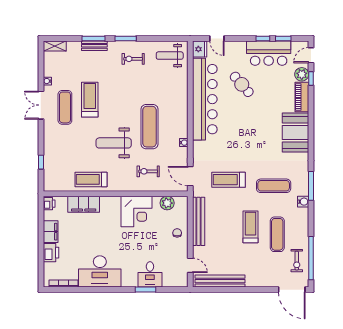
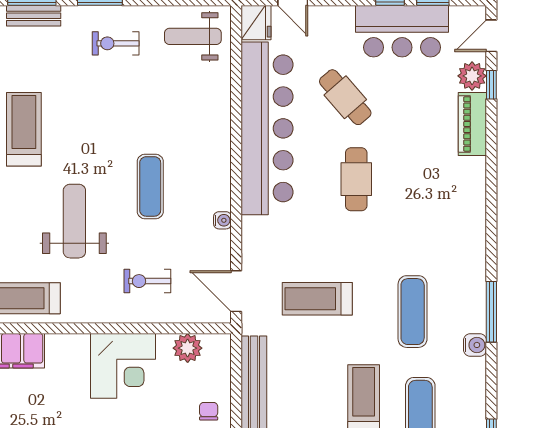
cafe table: (247, 123) -> (356, 179), added
exercise mat: (149, 127) -> (150, 186), width x0.73, depth x0.69
booth: (295, 132) -> (459, 199), removed
weight bench: (114, 143) -> (74, 221), turned 90
exercise mat: (274, 186) -> (413, 312), turned 90

